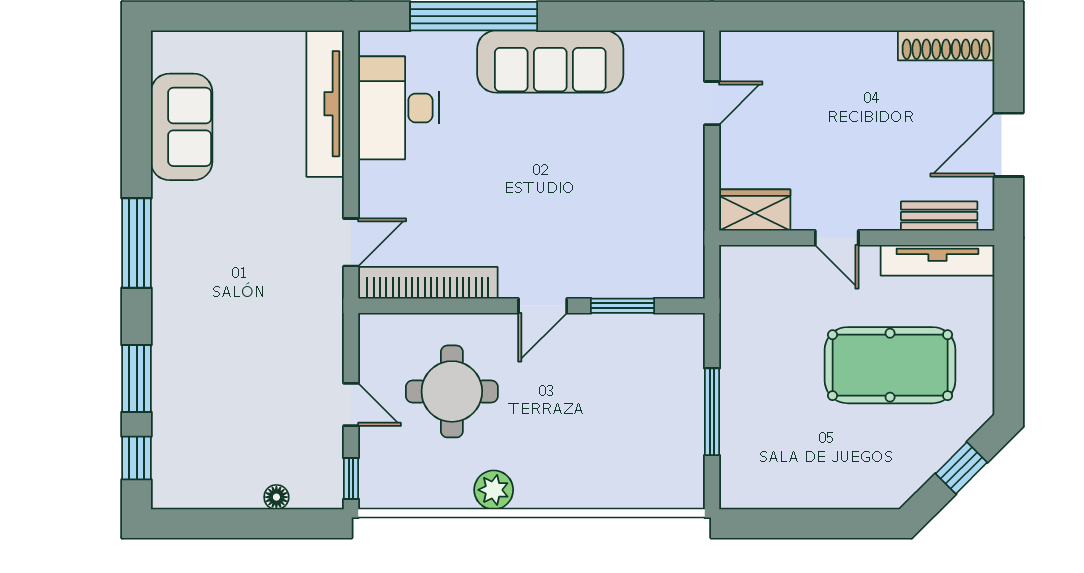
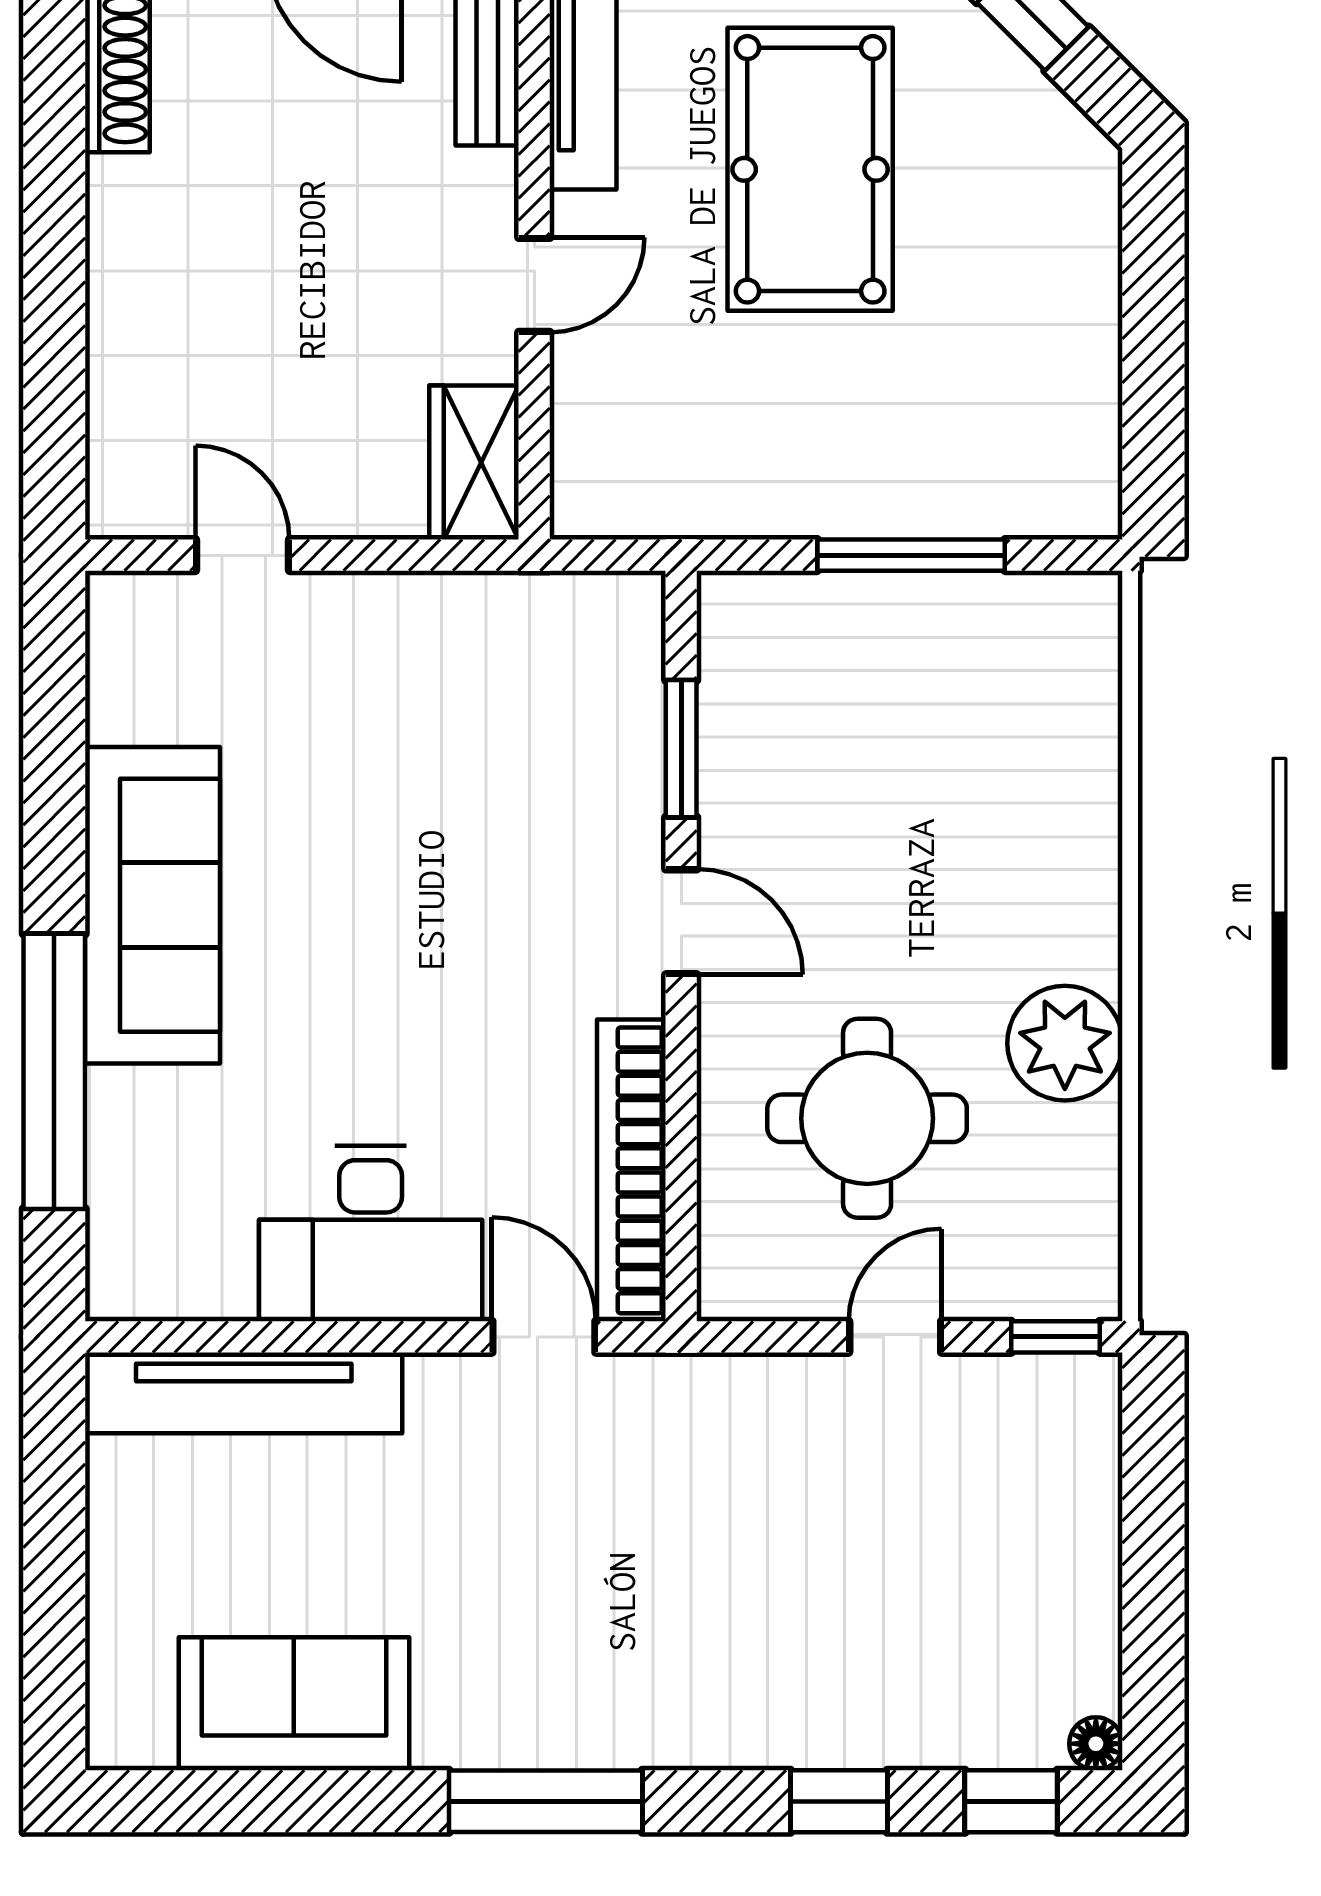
desk: (399, 108) -> (371, 1234), moved
window: (137, 378) -> (839, 1801), width x0.67
plant: (494, 490) -> (1065, 1043), width x1.36, depth x1.36
floor lamp: (276, 497) -> (1096, 1744), moved

